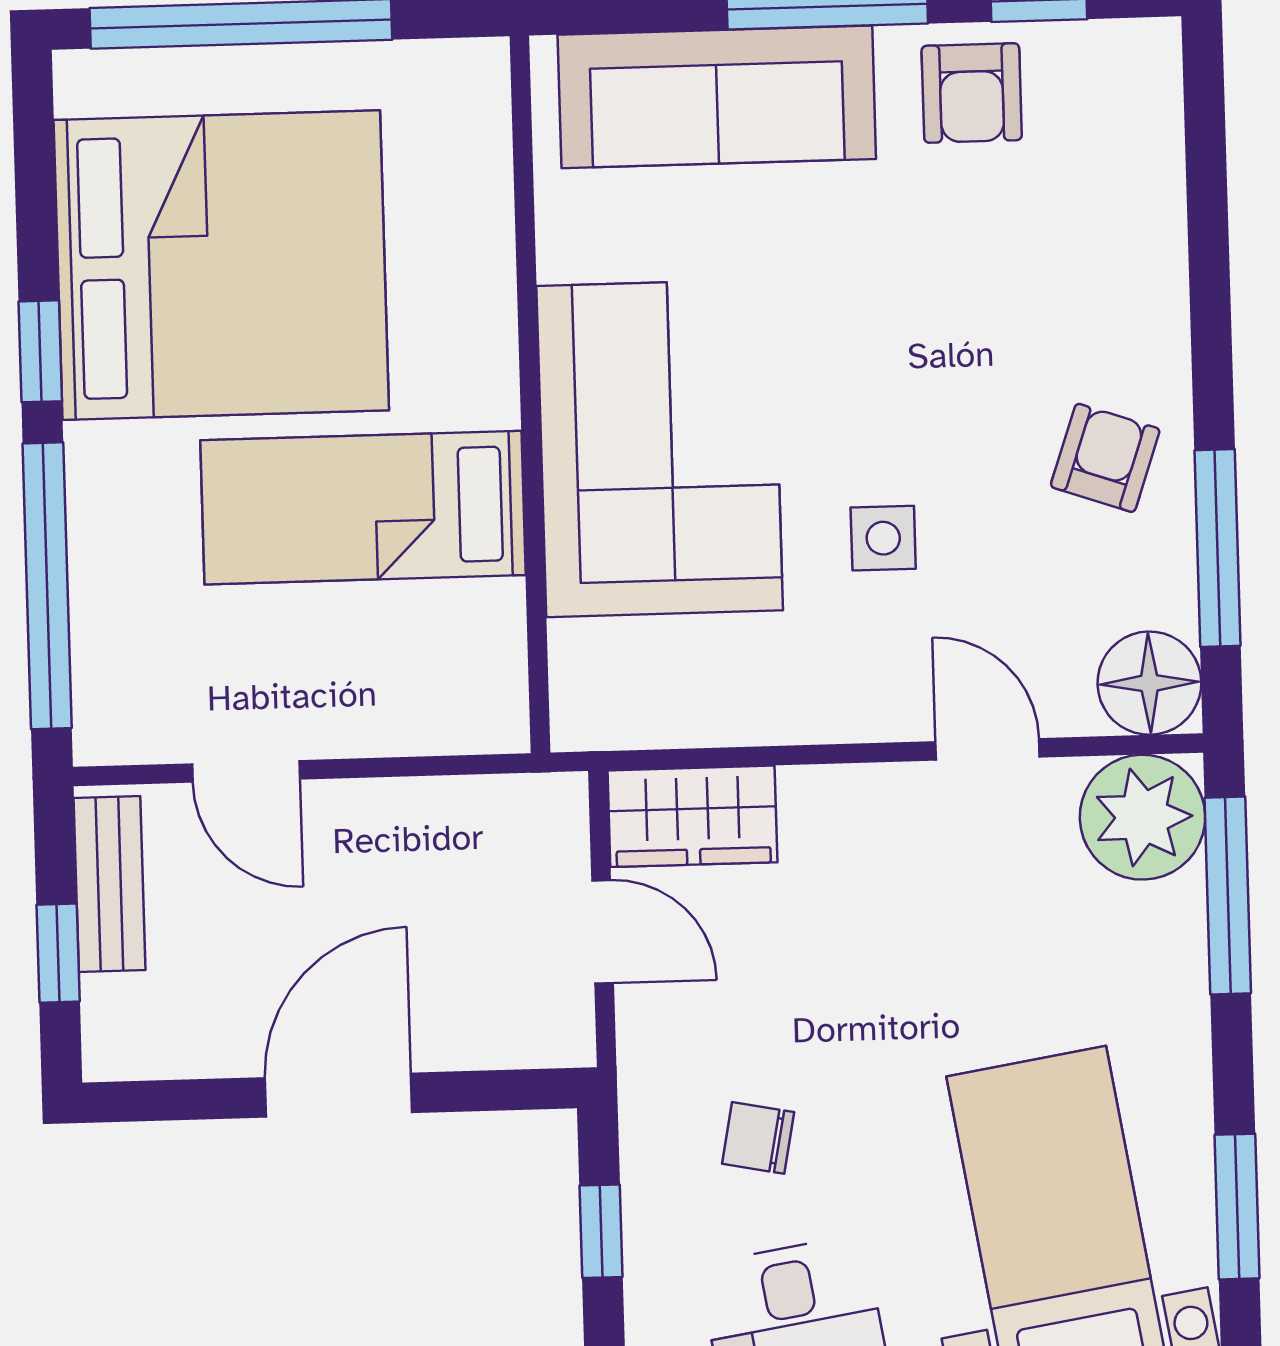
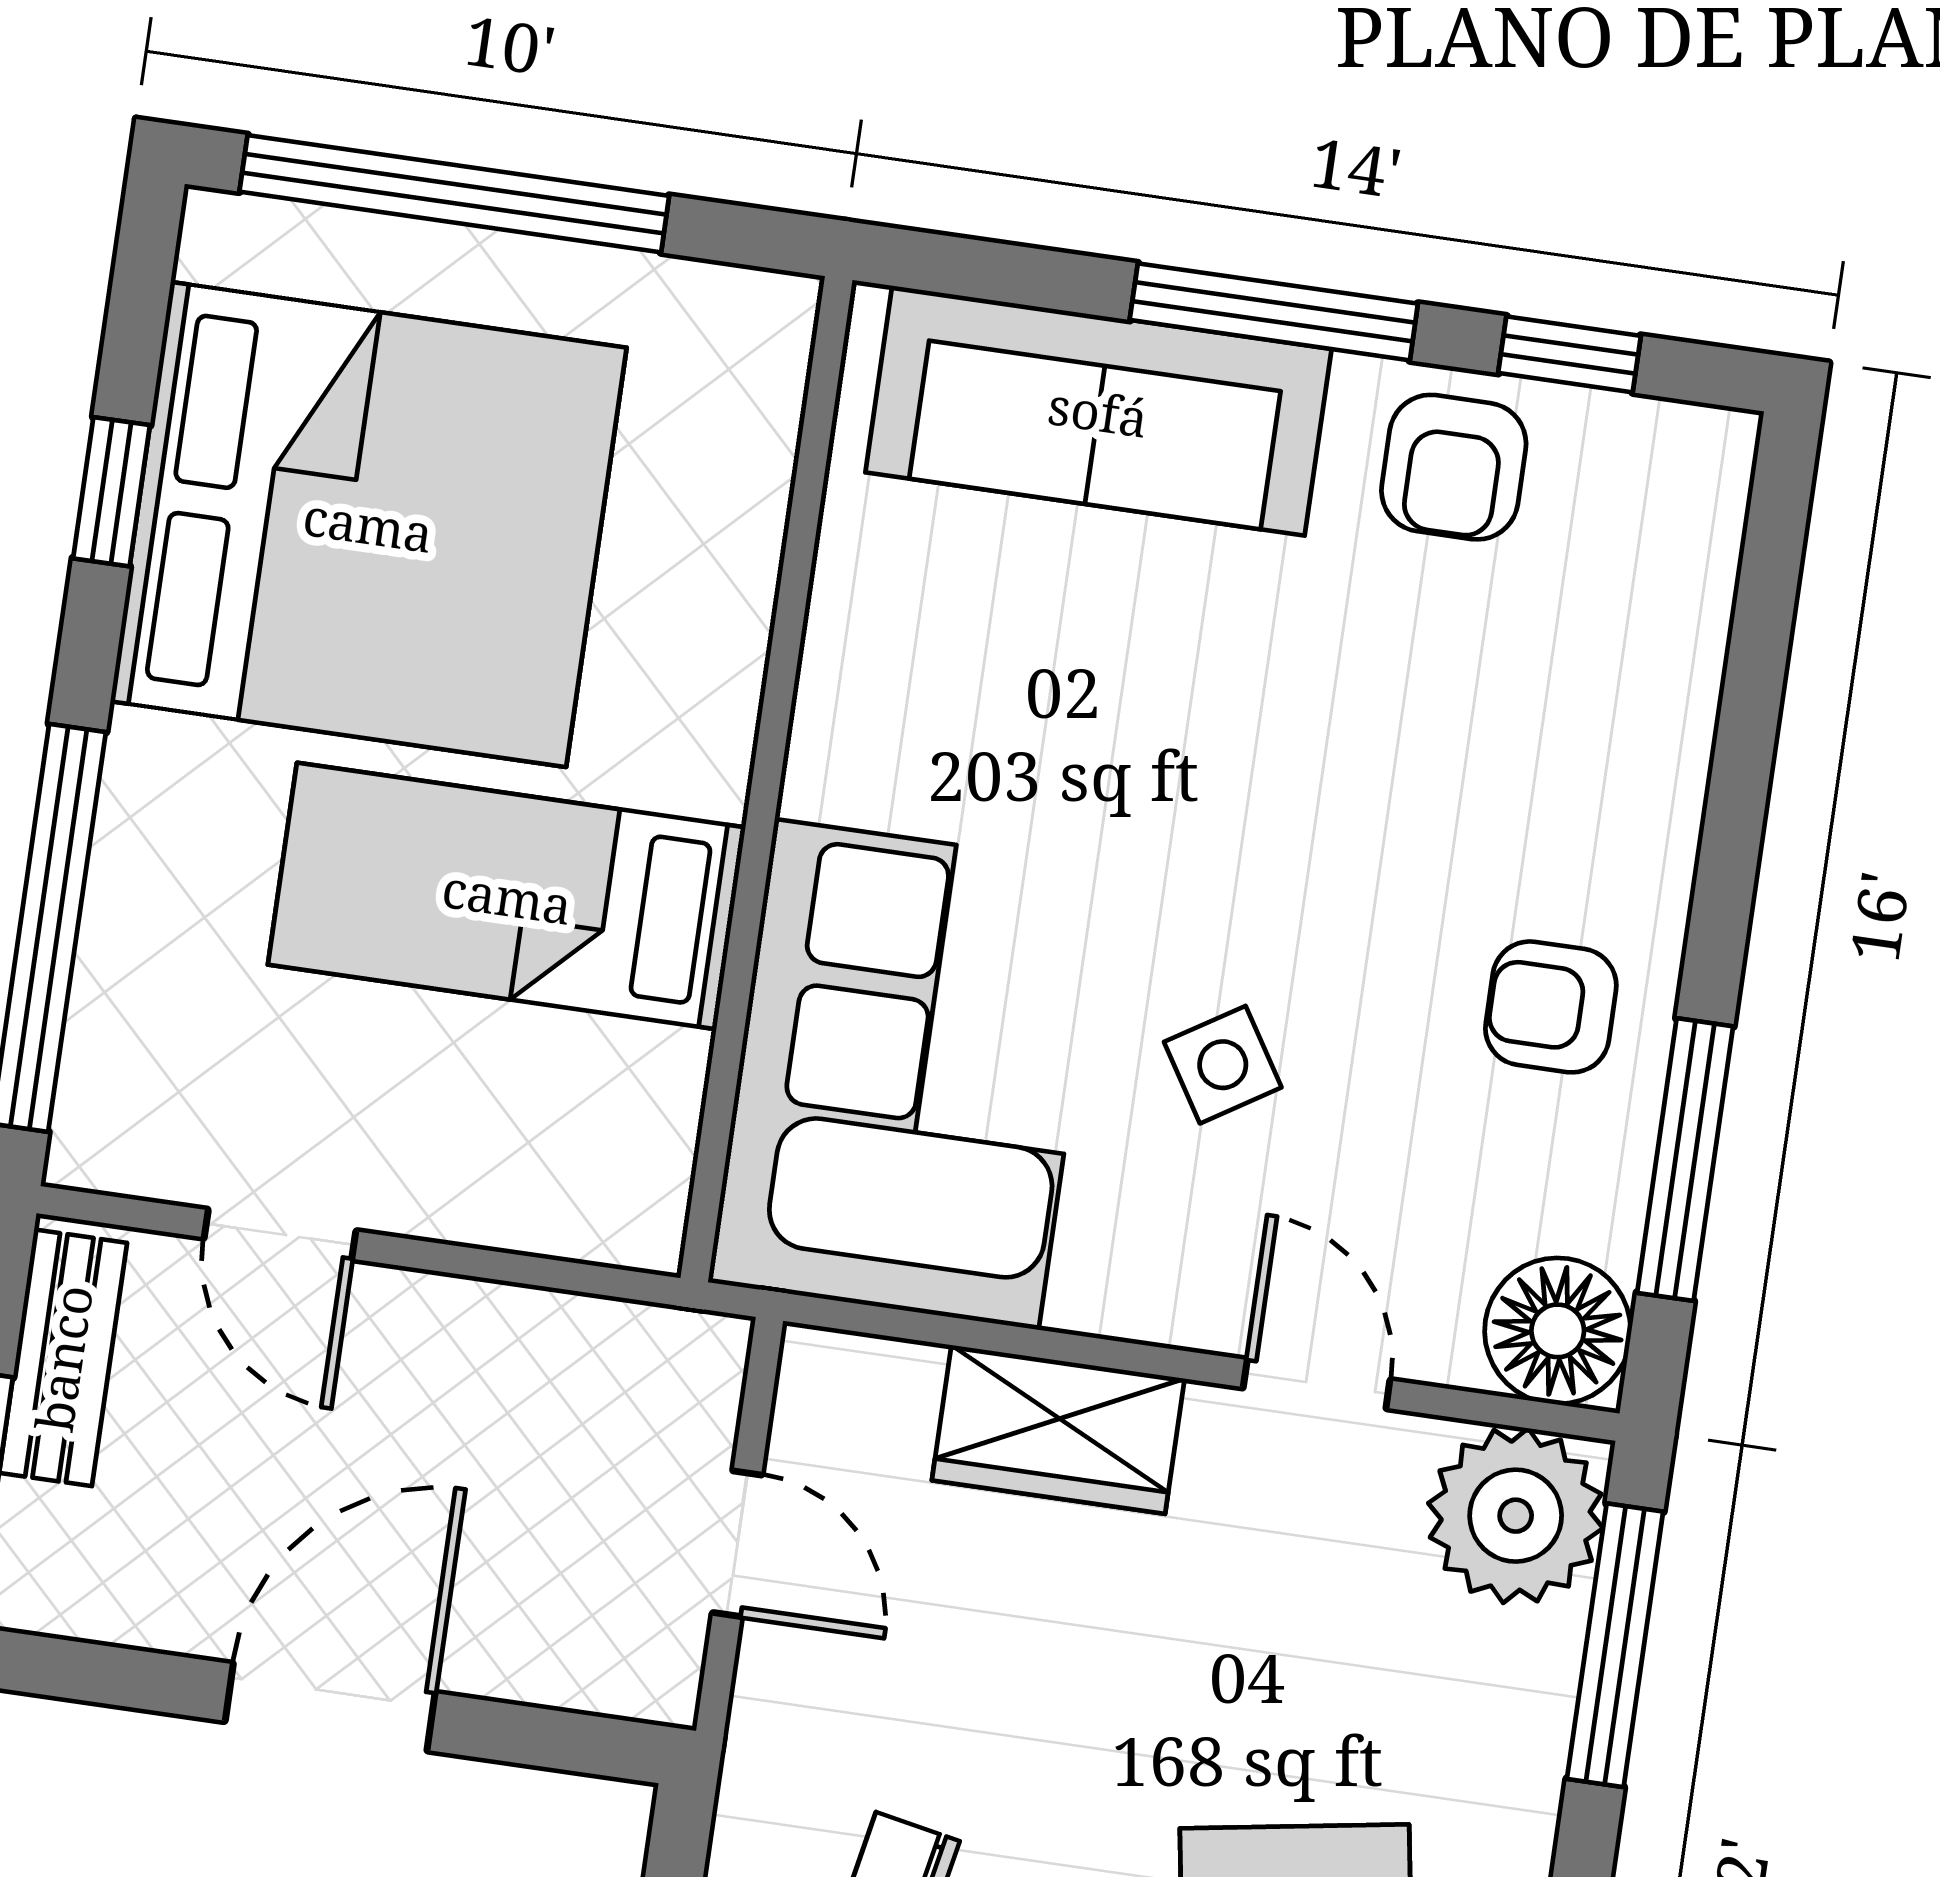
window: (40, 351) -> (112, 492), moved
corner sofa: (660, 448) -> (907, 1074), moved
armchair: (1105, 458) -> (1551, 1007), turned -109
side table: (883, 538) -> (1223, 1065), turned -32
wardrobe: (692, 816) -> (1058, 1429), moved

